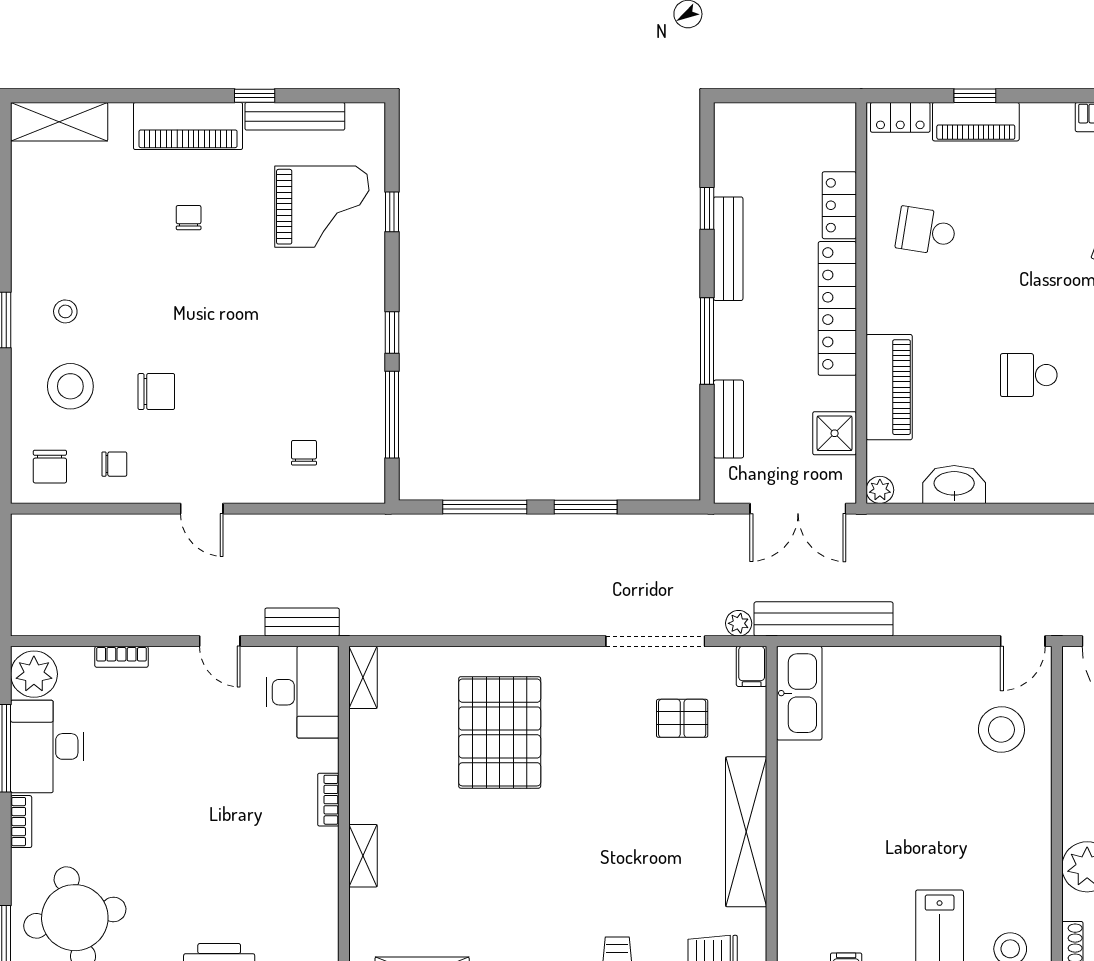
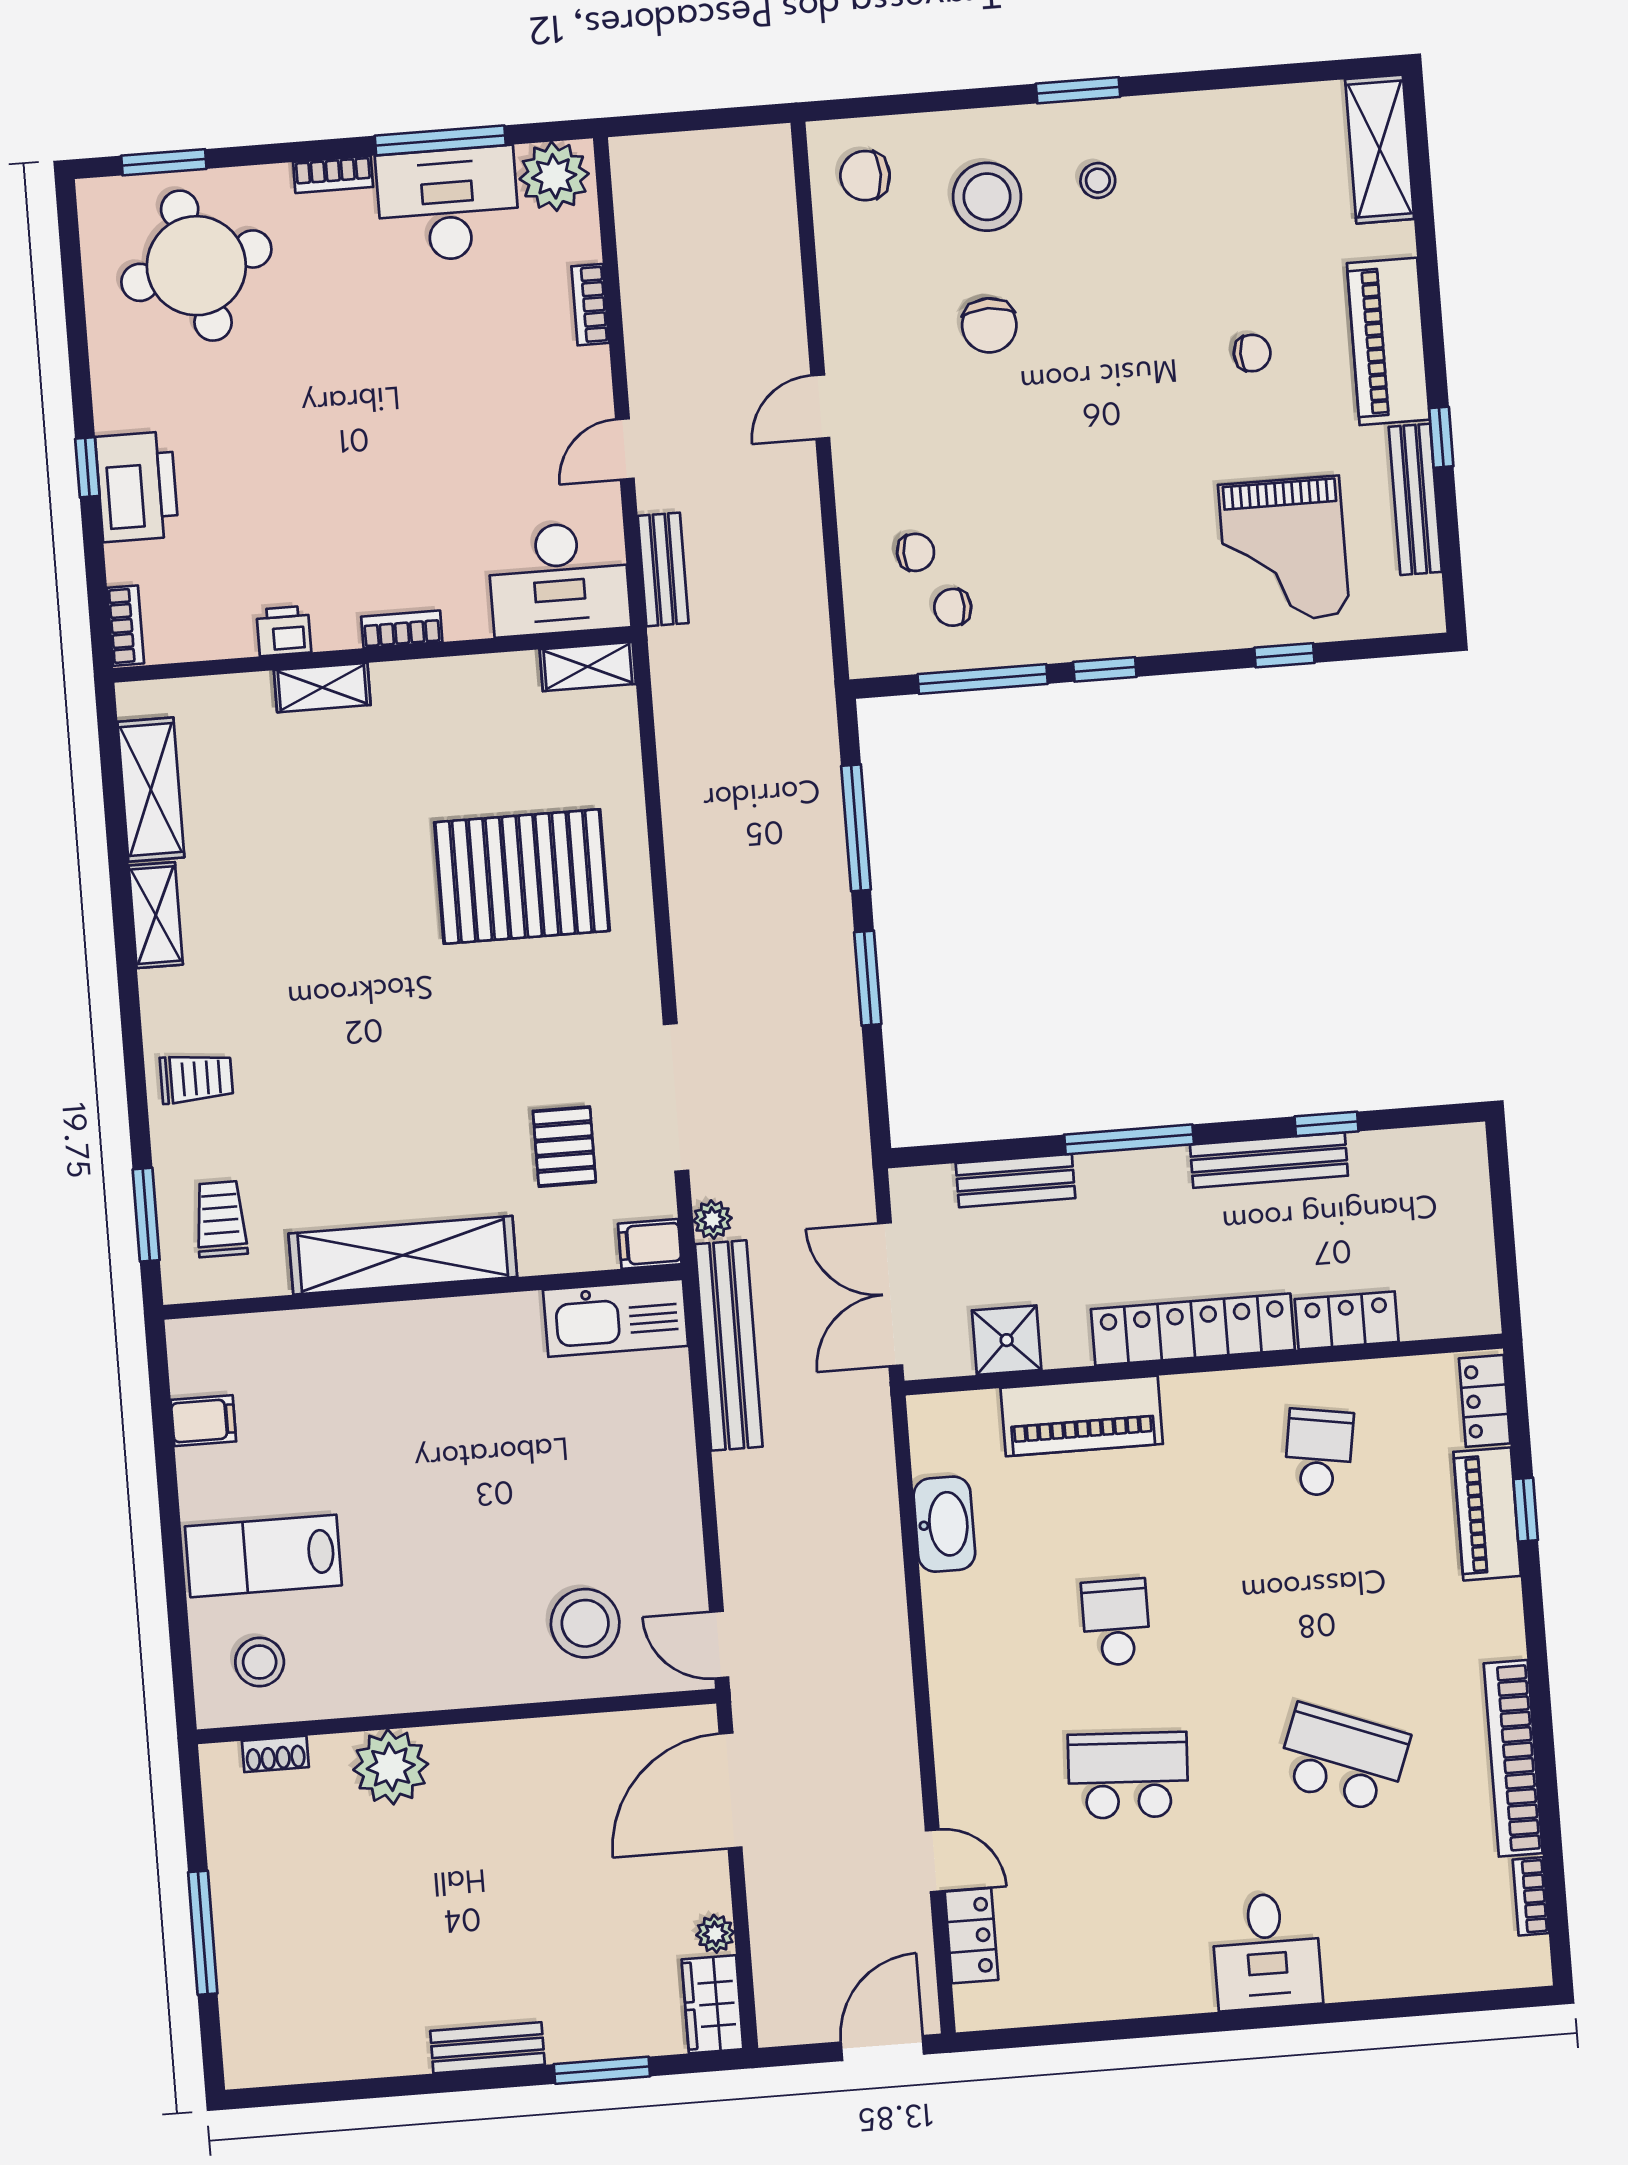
chair: (114, 464) -> (953, 607), moved, turned 89
plant: (880, 490) -> (928, 1414), removed
printer: (323, 879) -> (284, 631), added

